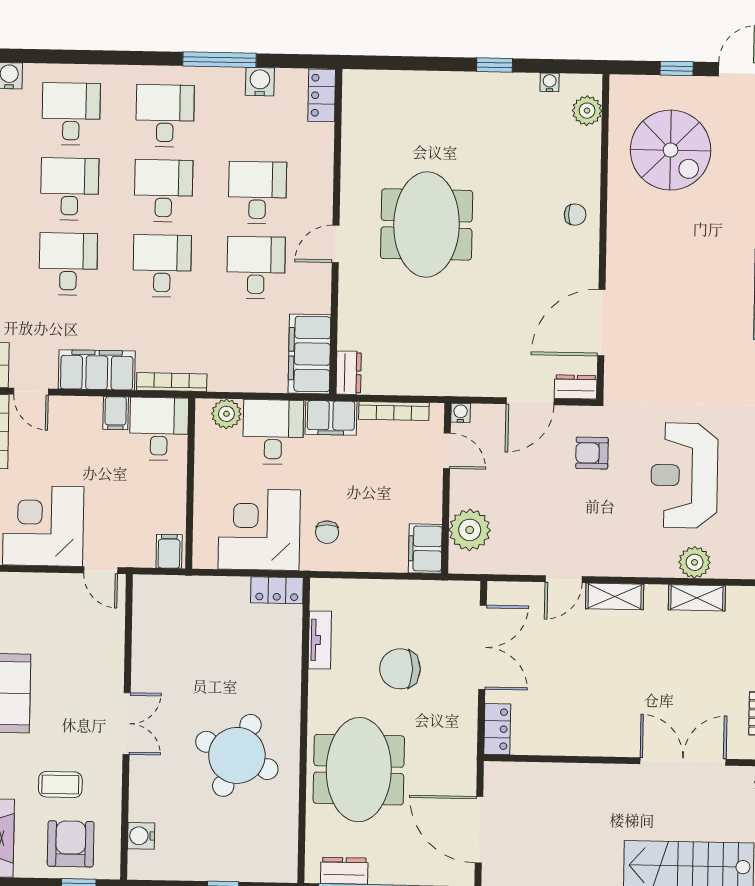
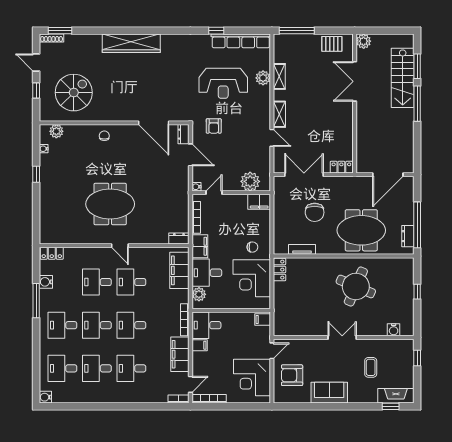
filing cabinet: (309, 354) -> (179, 270), moved, turned 90
armchair: (71, 844) -> (292, 375), moved

